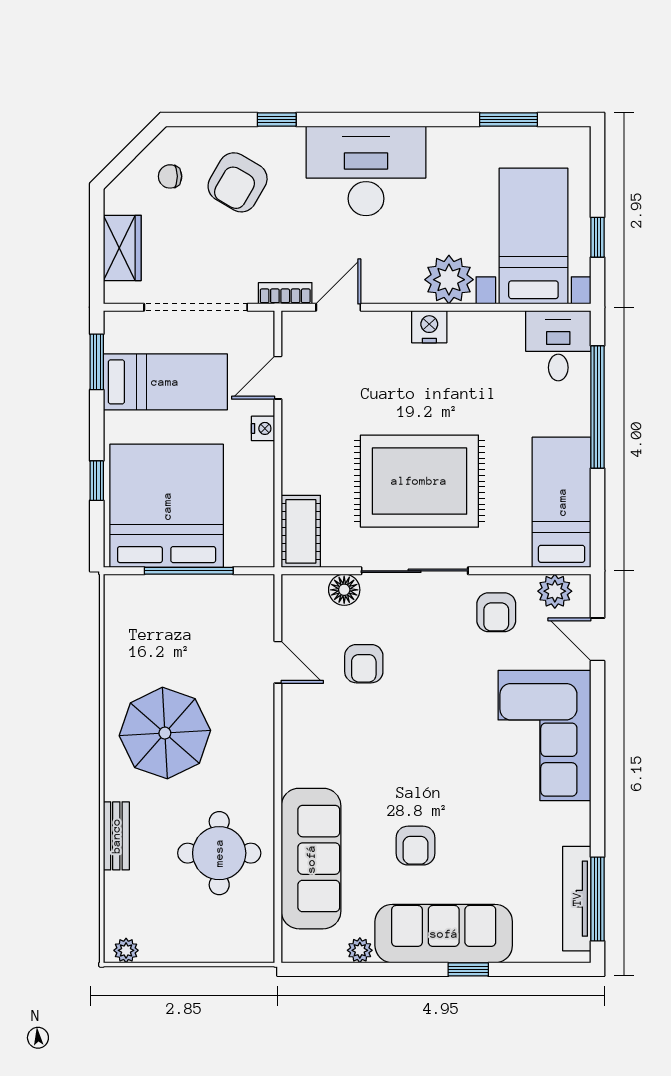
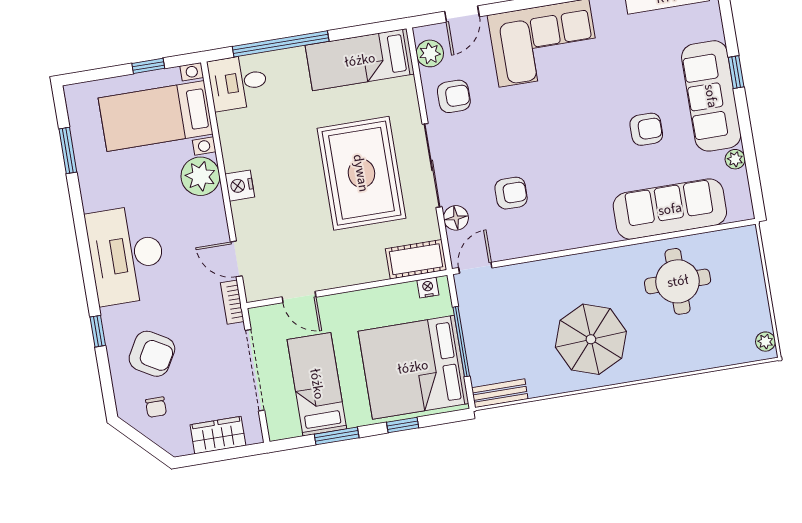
window: (97, 362) -> (337, 436), moved
nightstand: (263, 428) -> (428, 288), moved
door: (278, 662) -> (475, 268), moved
bench: (116, 836) -> (500, 393), moved

